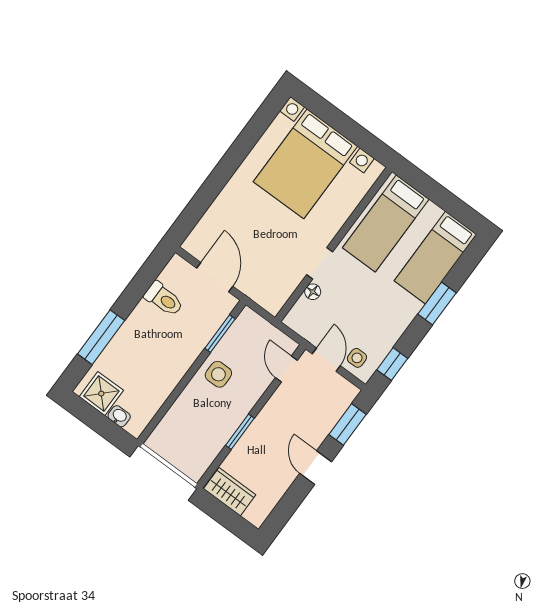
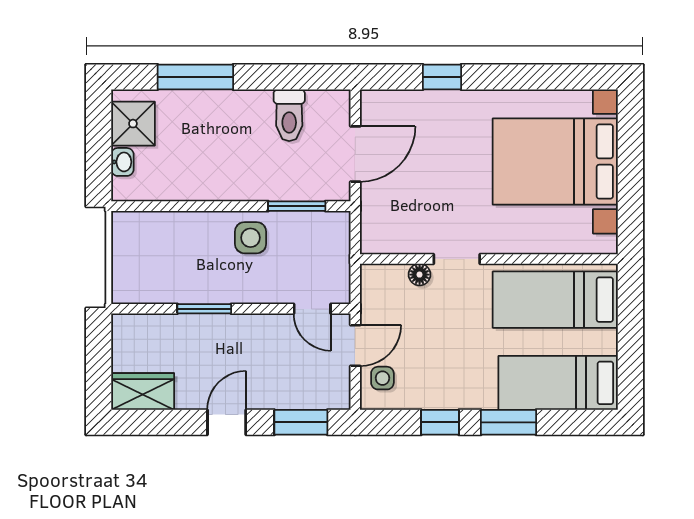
window: (207, 194) -> (442, 77), added
window: (392, 364) -> (440, 422), moved
door: (286, 369) -> (312, 309), swing flipped
wardrobe: (230, 492) -> (143, 392), moved, turned -90

